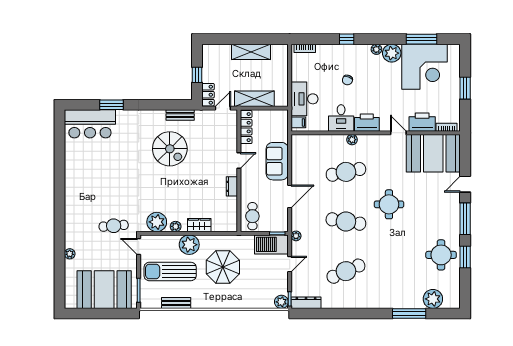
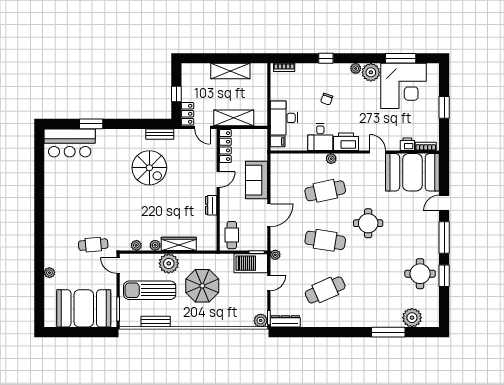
door: (223, 108) -> (202, 127), swing flipped
printer: (422, 122) -> (407, 144), width x0.53, depth x0.68
plant: (157, 222) -> (136, 245), width x0.53, depth x0.53
wardrobe: (199, 225) -> (179, 244), width x1.50

